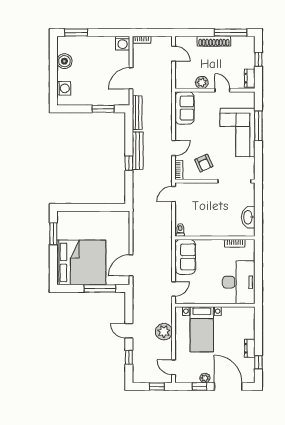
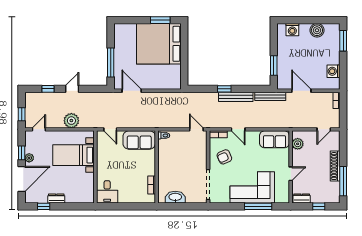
washing machine: (123, 43) -> (333, 71), moved
plant: (202, 82) -> (298, 144), moved
bed: (81, 262) -> (159, 44), moved, turned 90
desk: (239, 282) -> (107, 192), width x0.53, depth x0.77

